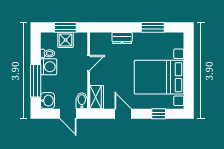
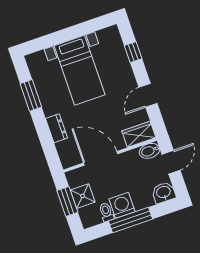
door: (89, 63) -> (101, 158), width x1.87
bed with nightstands: (159, 77) -> (80, 70), width x0.73
window: (36, 81) -> (131, 220), moved

